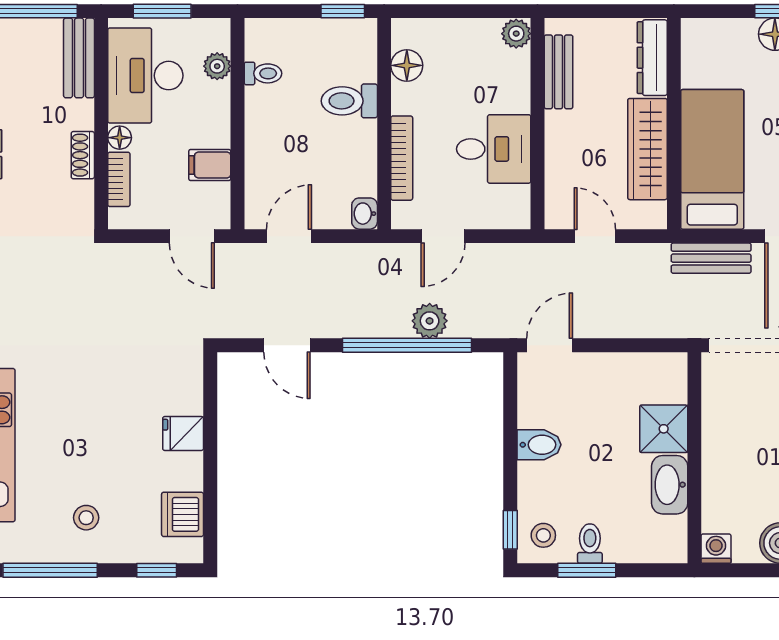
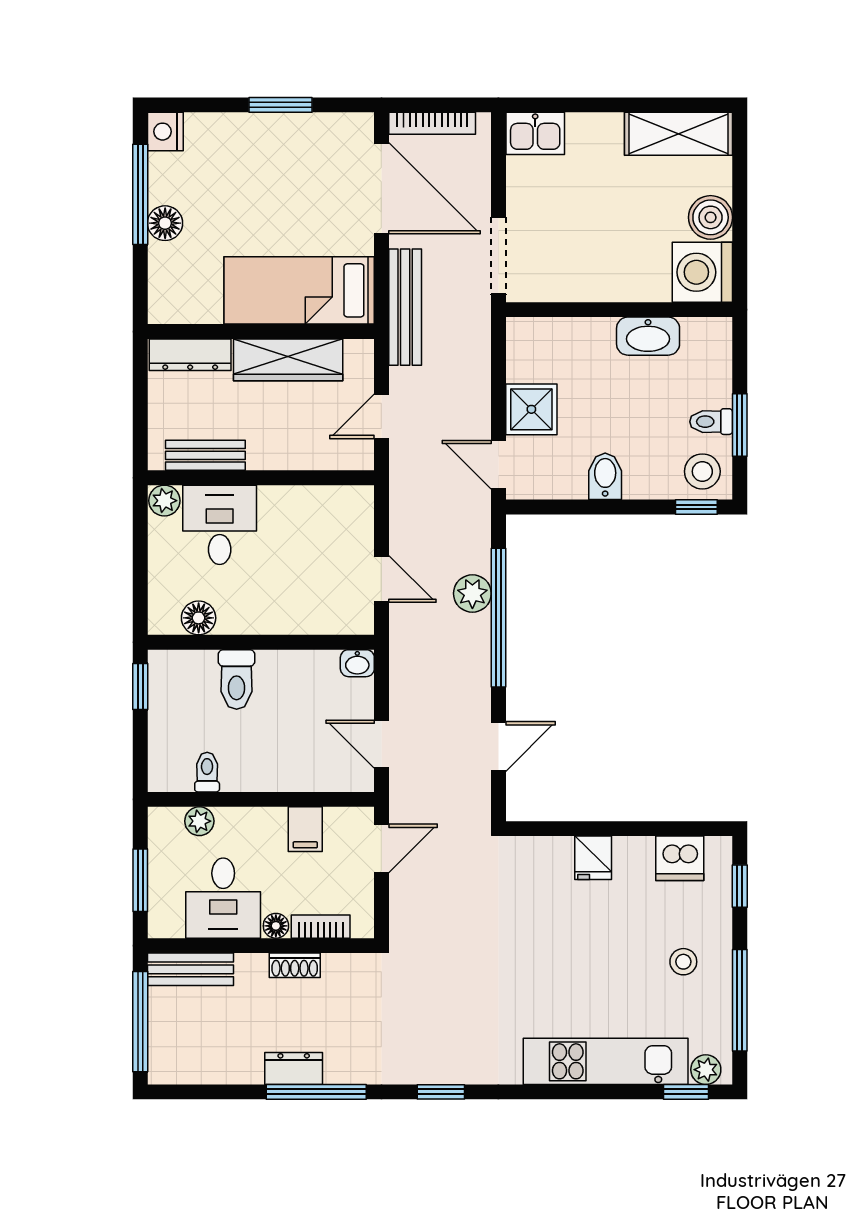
desk: (145, 76) -> (223, 898), width x0.73
desk: (494, 149) -> (220, 525), moved
bookcase: (402, 158) -> (298, 623), removed
bench: (711, 258) -> (405, 307), width x1.36
shower: (664, 429) -> (531, 409), moved
stool: (543, 535) -> (702, 471), width x1.37, depth x1.37
washing machine: (716, 549) -> (702, 272), width x1.89, depth x1.89

